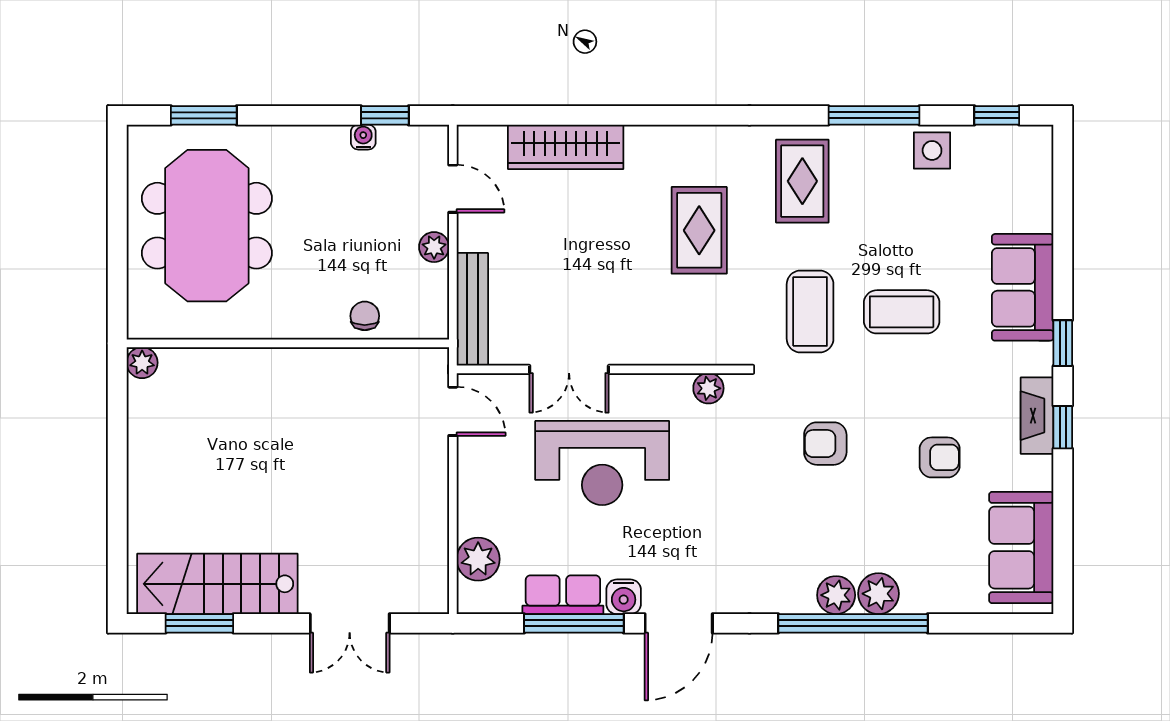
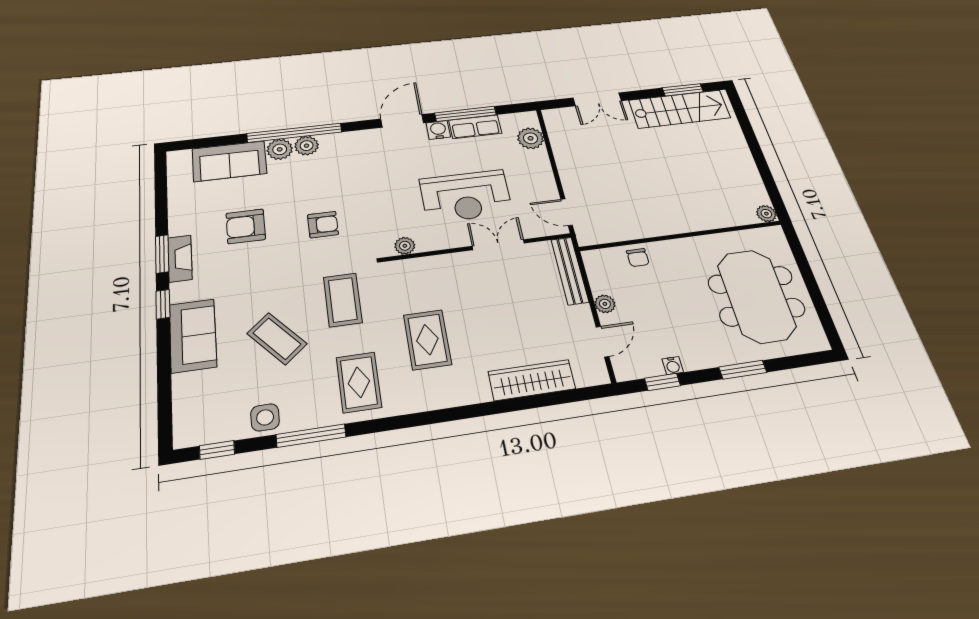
window: (204, 115) -> (743, 370), moved
door: (453, 189) -> (602, 342), swing flipped
coffee table: (902, 312) -> (277, 339), moved, turned 49
window: (1063, 427) -> (162, 254), width x1.50
armchair: (940, 457) -> (246, 226), width x1.38, depth x1.38
reception desk: (602, 463) -> (466, 196), turned 180
sofa: (1021, 548) -> (229, 161), moved, turned 90
double door: (350, 623) -> (597, 99), swing flipped

